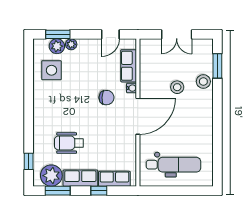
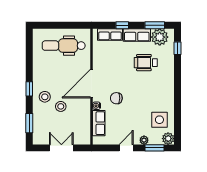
door: (110, 34) -> (126, 148), moved
plant: (57, 46) -> (168, 139), moved
stool: (203, 82) -> (45, 97), moved
window: (217, 110) -> (29, 89), added
wheelchair: (69, 143) -> (146, 63), turned 180

